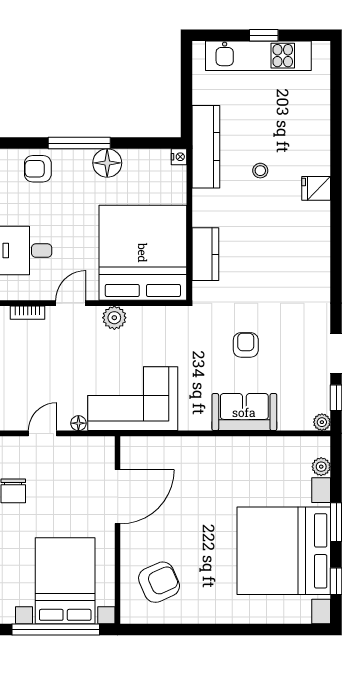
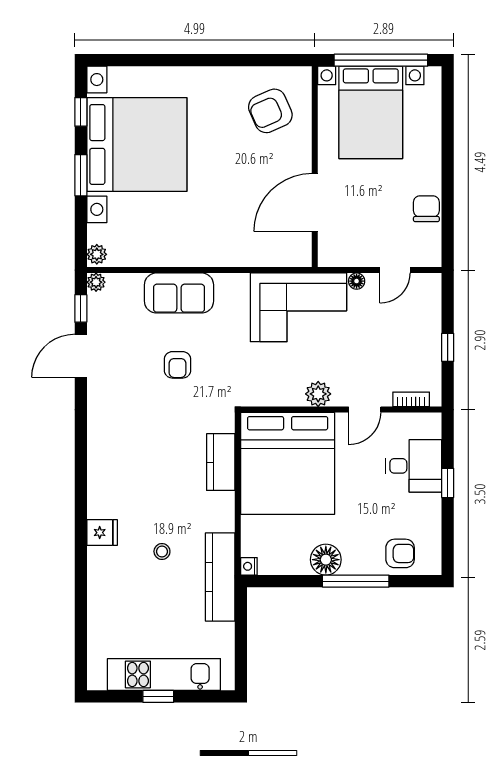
plant: (321, 467) -> (97, 254), moved

